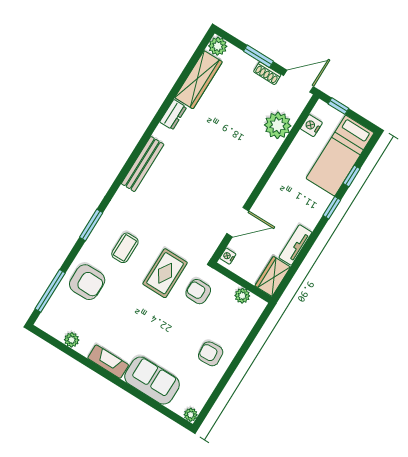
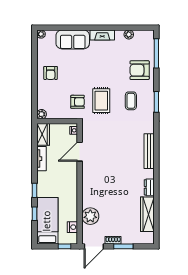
plant: (218, 46) -> (148, 238), removed
plant: (242, 296) -> (42, 114), moved
armchair: (211, 354) -> (51, 73), turned 94

